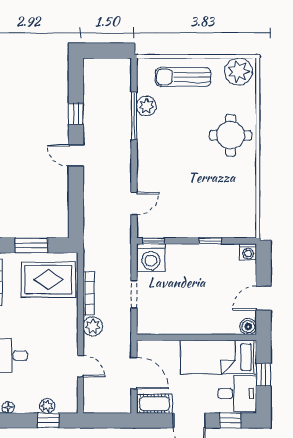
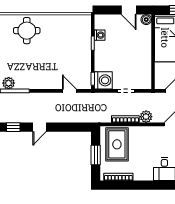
washing machine: (248, 252) -> (100, 35), moved

